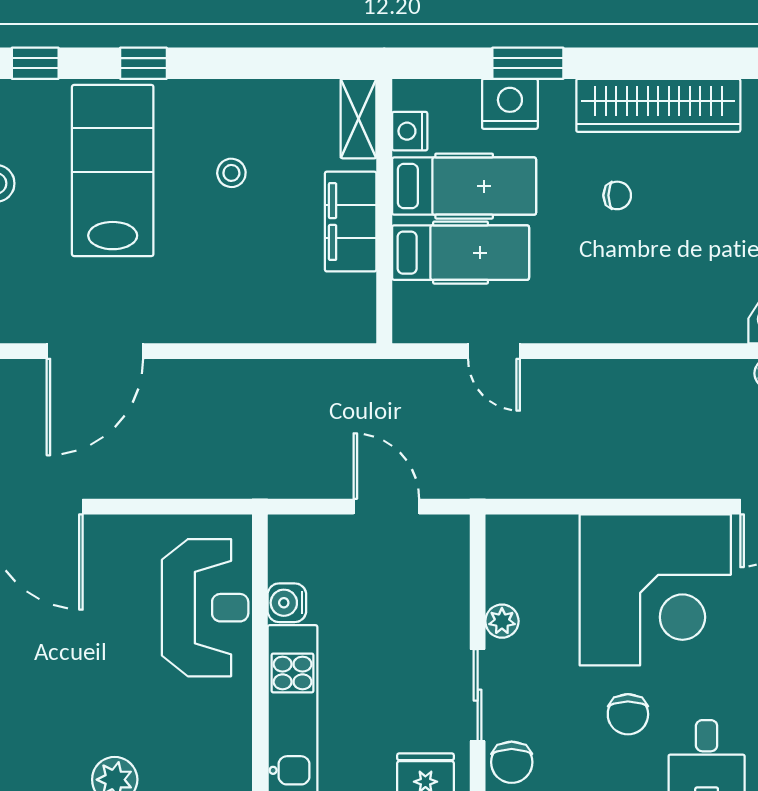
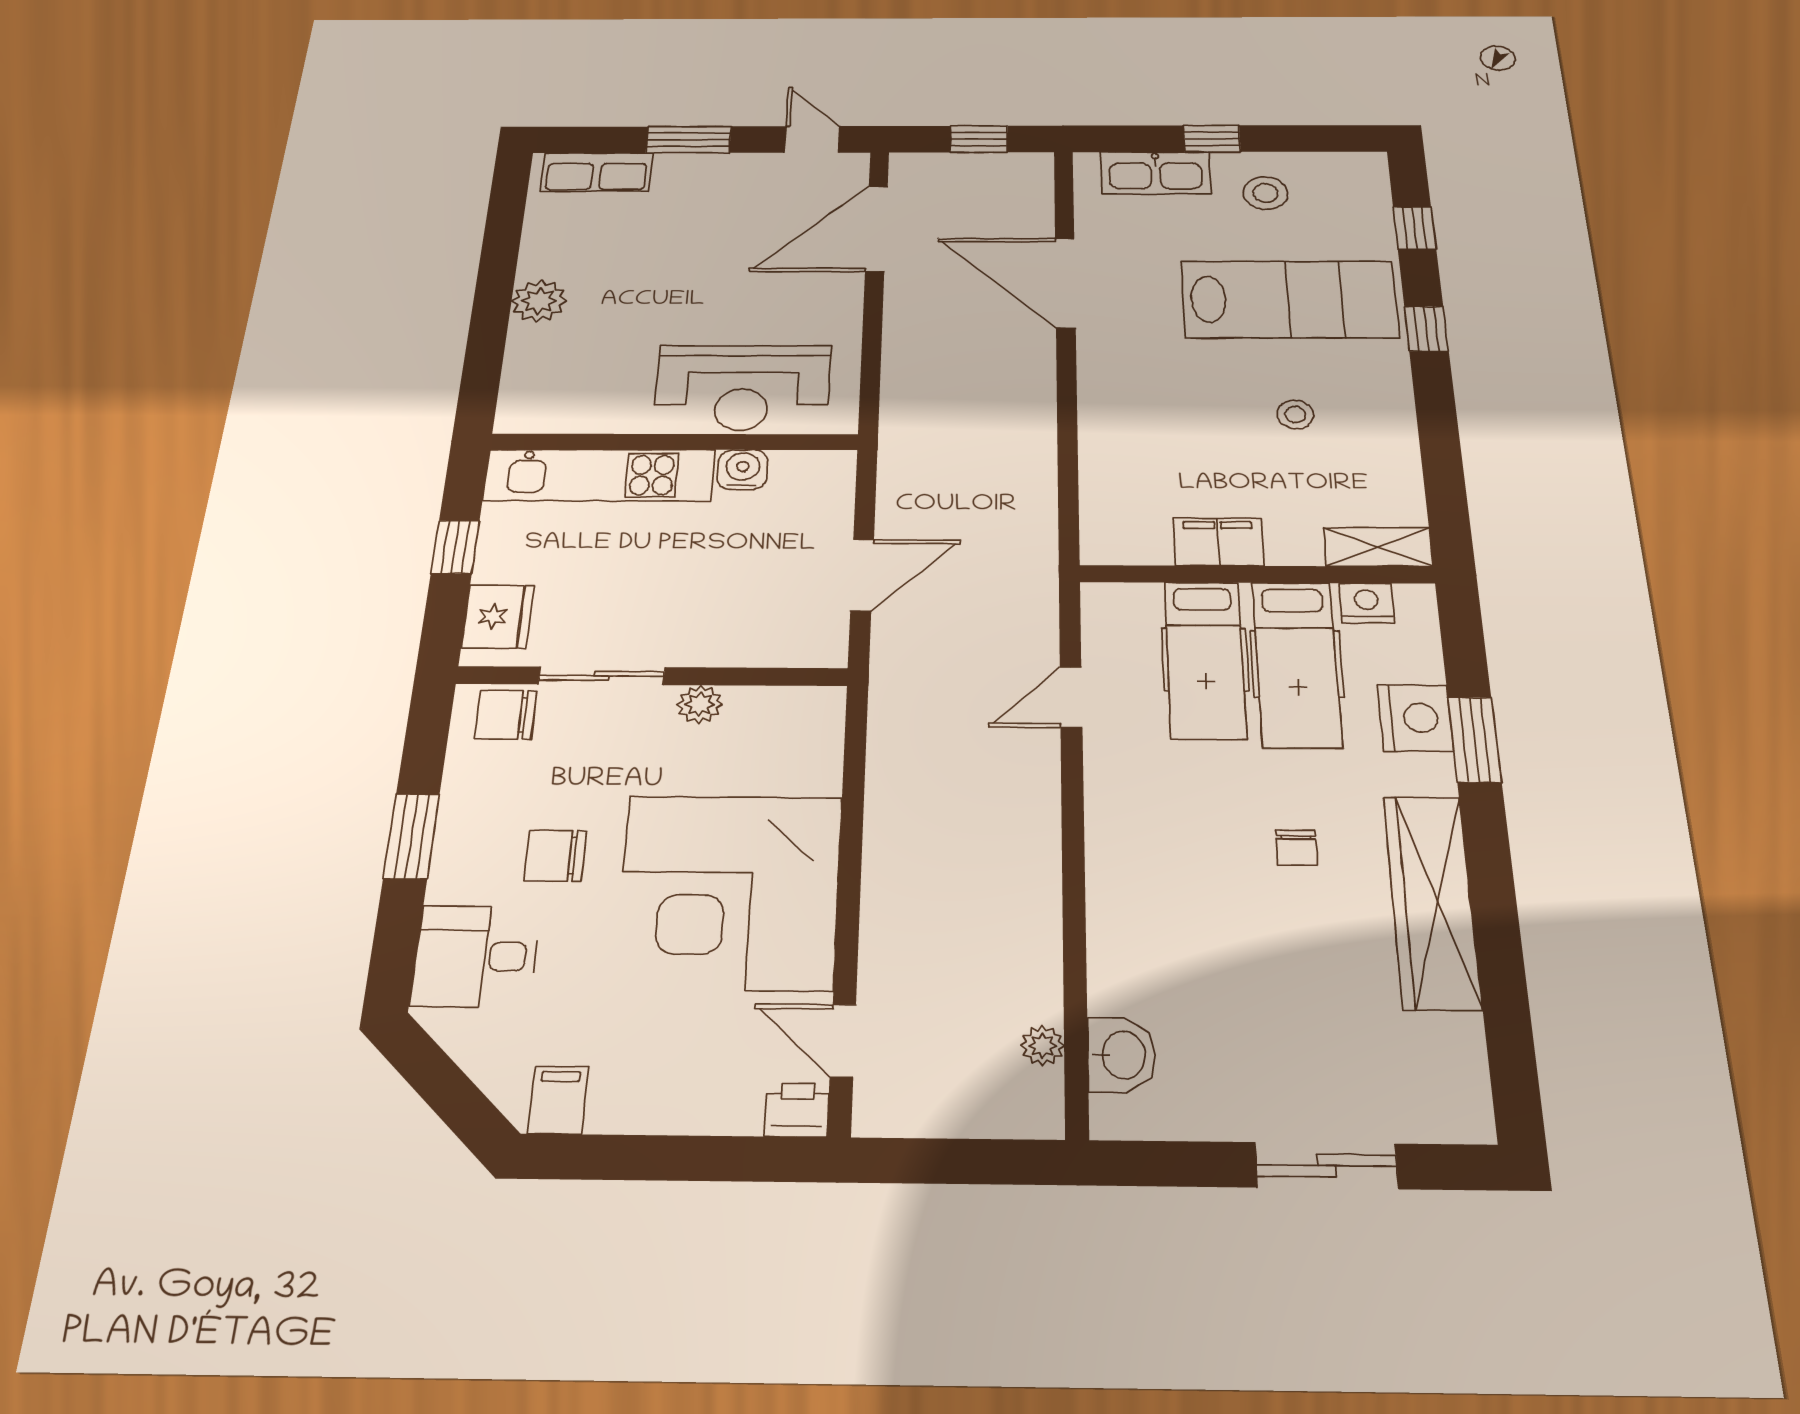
filing cabinet: (351, 222) -> (1218, 542), width x0.67, depth x0.86

